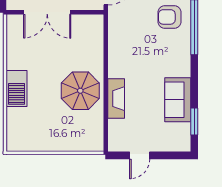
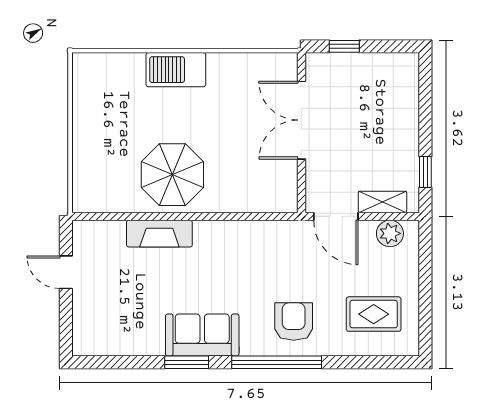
sofa: (178, 100) -> (202, 335), moved
window: (194, 122) -> (187, 362), moved

